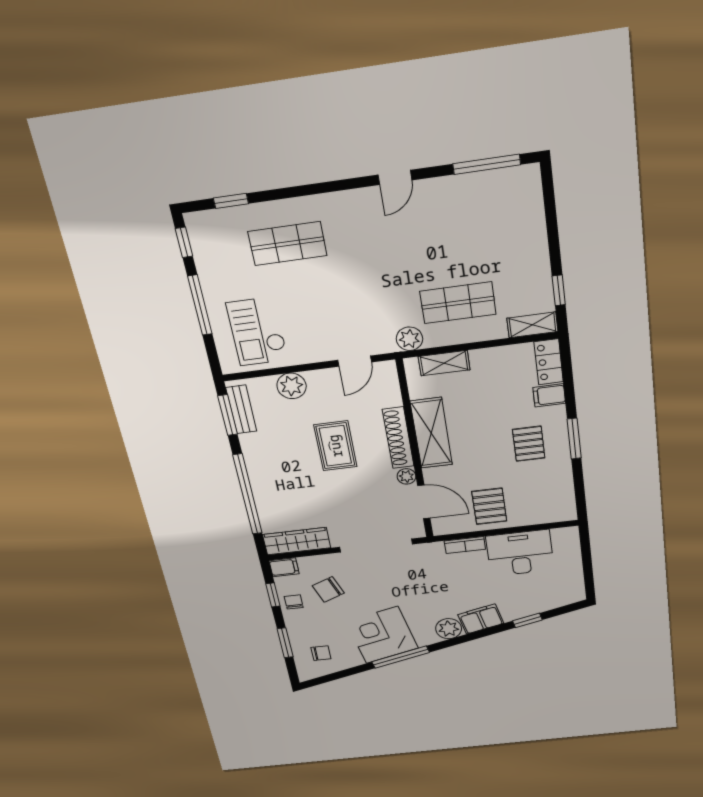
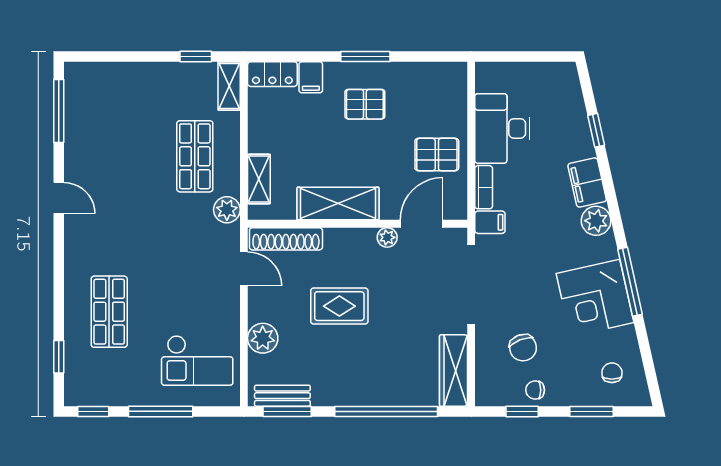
shoe rack: (398, 438) -> (286, 239), moved
filing cabinet: (284, 567) -> (490, 222), moved, turned 90

